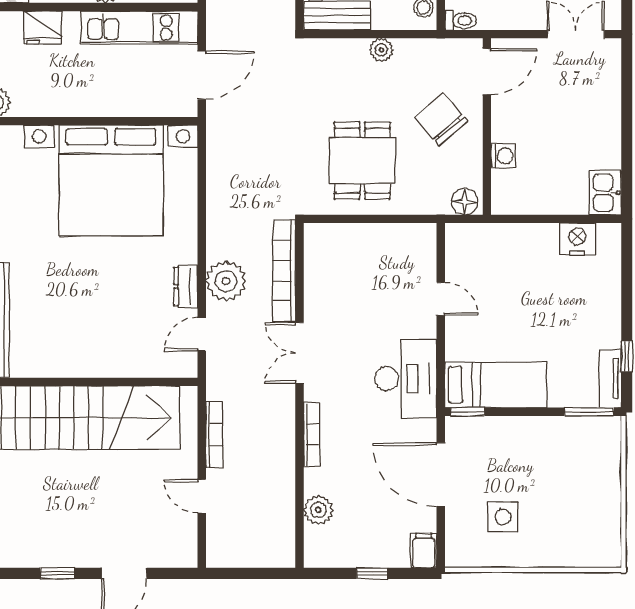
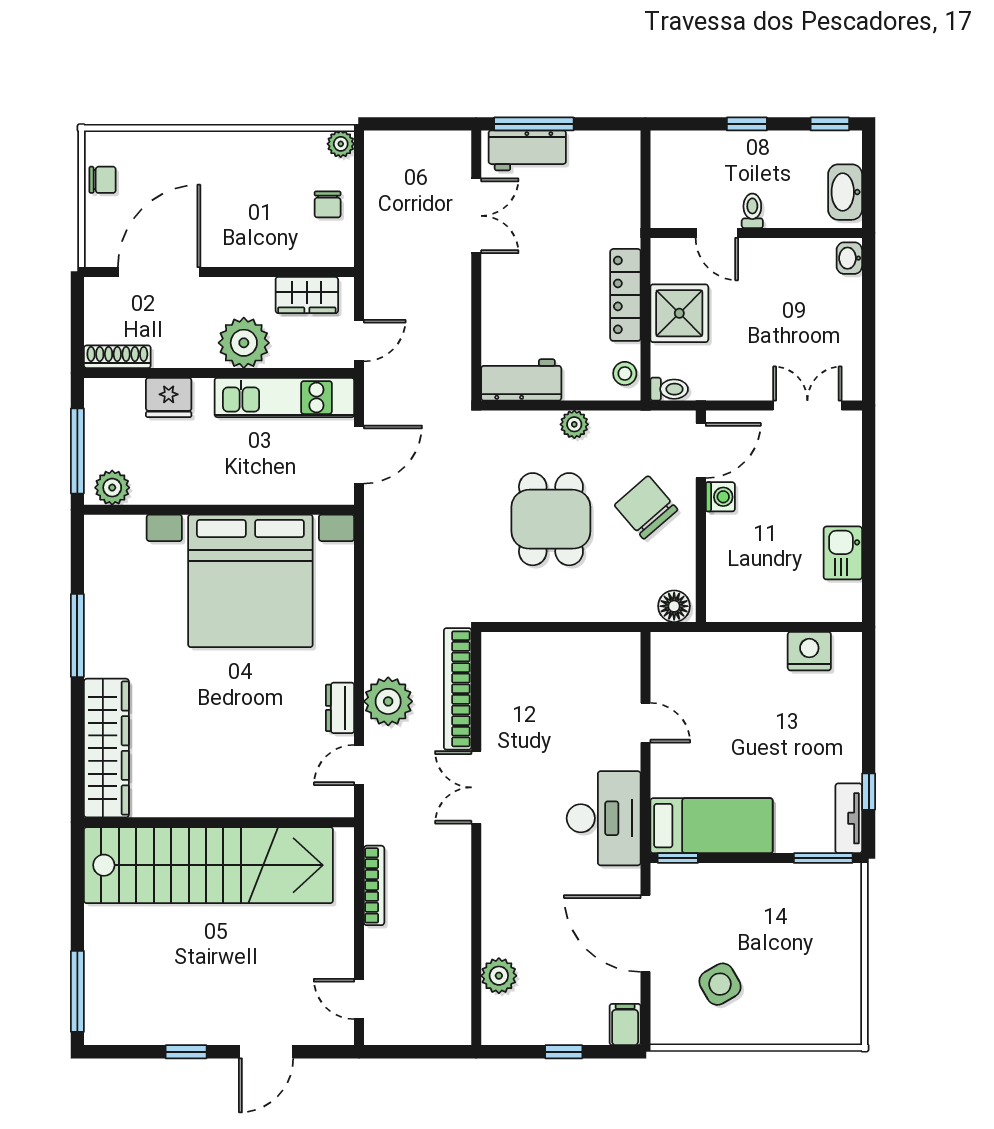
washing machine: (503, 156) -> (720, 497), moved
dining table: (362, 161) -> (551, 519), moved
kitchen sink: (605, 193) -> (843, 553), moved
bookcase: (312, 435) -> (491, 886), removed
door: (202, 496) -> (359, 999), moved
side table: (503, 517) -> (720, 984), turned -30

